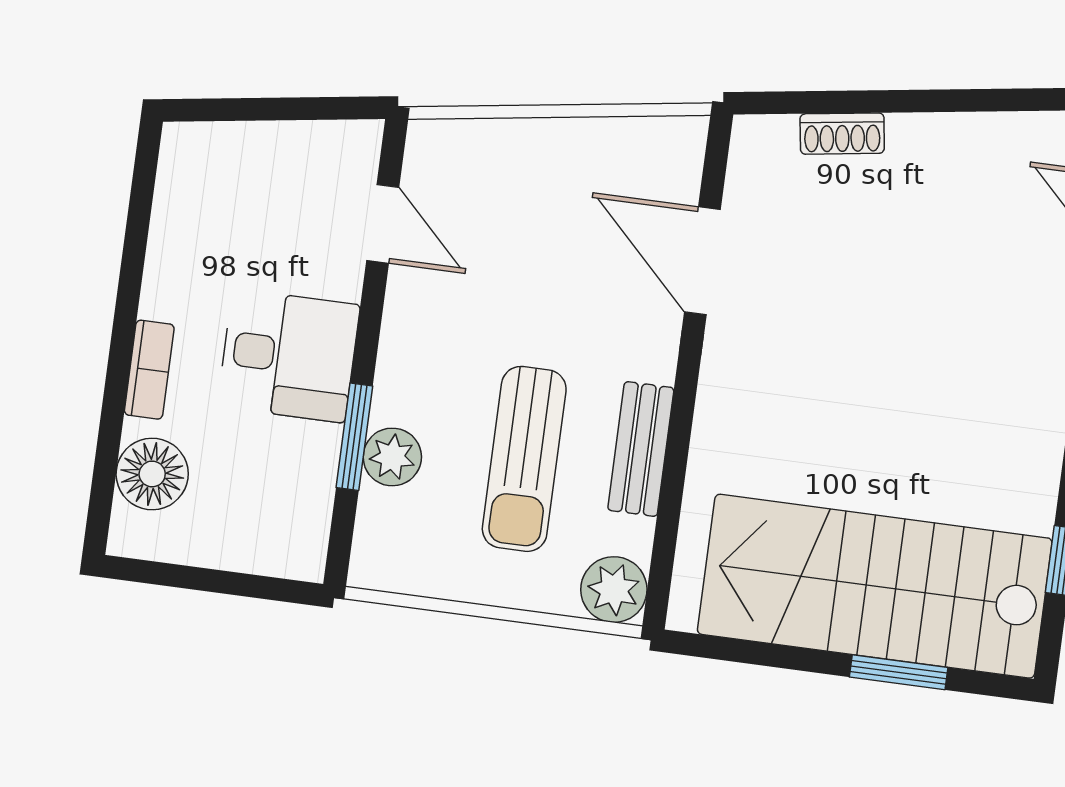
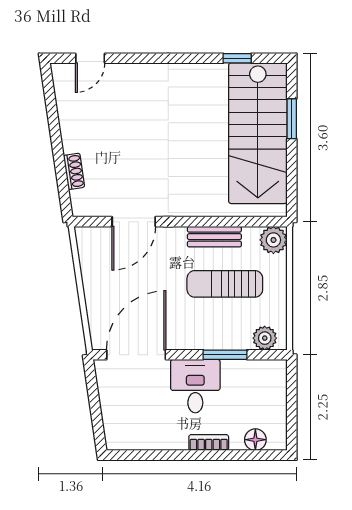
door: (383, 224) -> (136, 355), width x1.87
plant: (392, 457) -> (265, 338), moved
sun lounger: (524, 459) -> (225, 284), turned 180
floor lamp: (152, 474) -> (255, 440), width x0.73, depth x0.73

